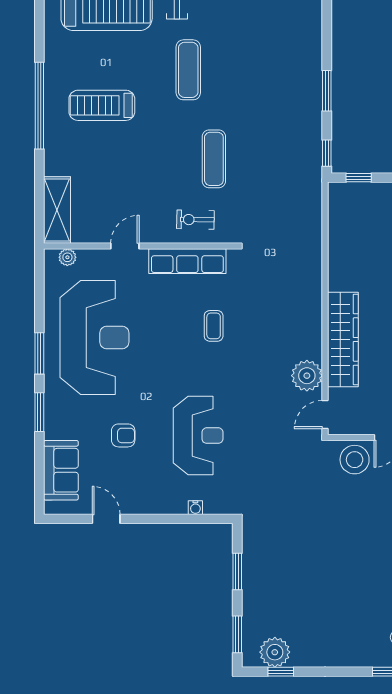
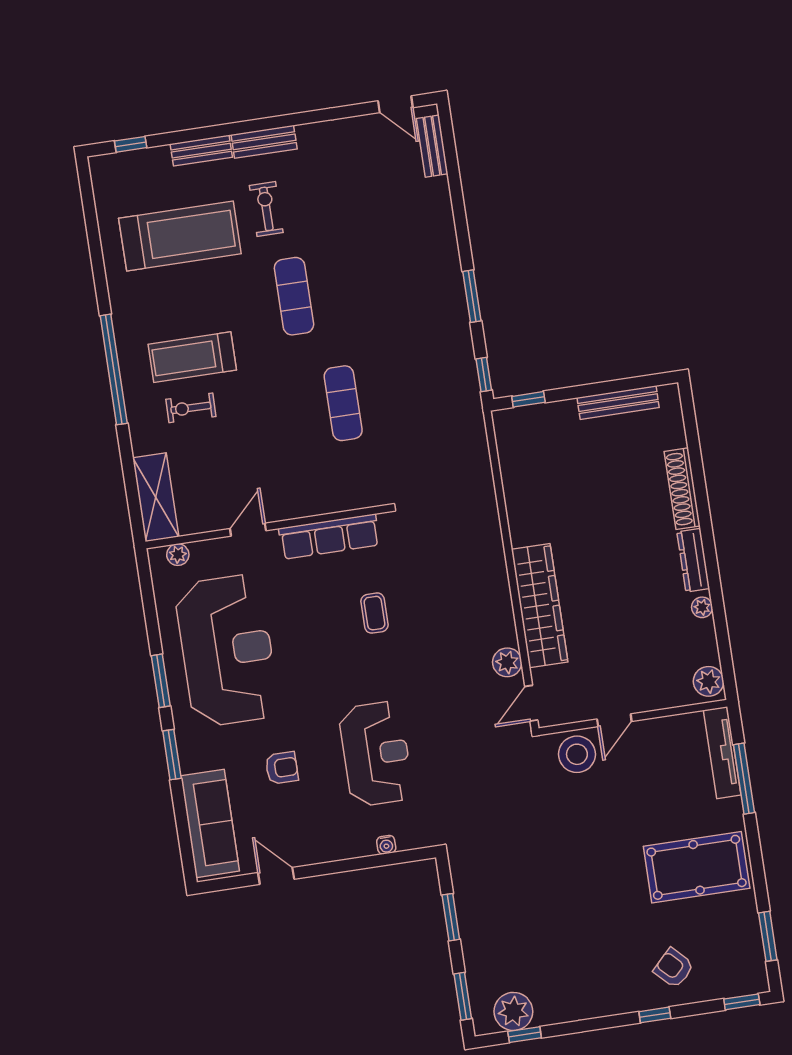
exercise bike: (195, 220) -> (191, 408), moved
plant: (307, 376) -> (507, 662), width x0.73, depth x0.73
sofa: (61, 470) -> (210, 823), width x1.36

